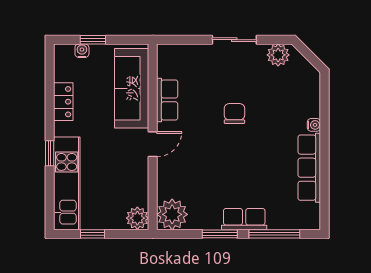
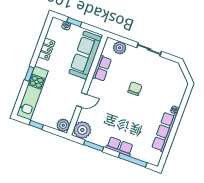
plant: (278, 55) -> (120, 48), moved
door: (153, 144) -> (82, 100), moved
window: (220, 234) -> (94, 146), moved

